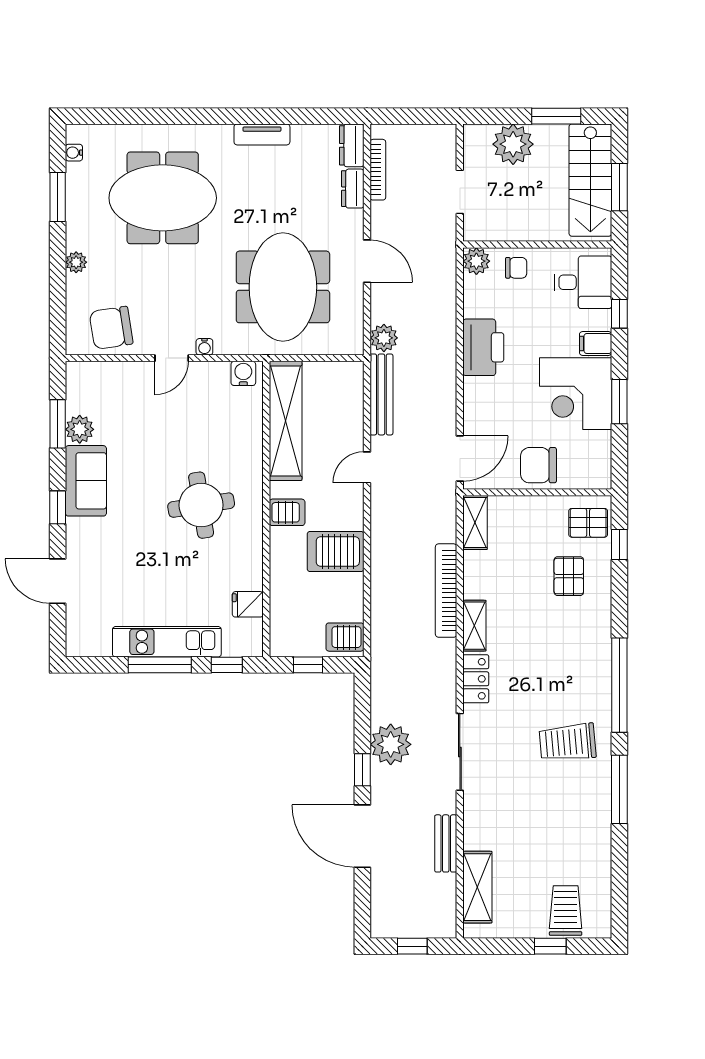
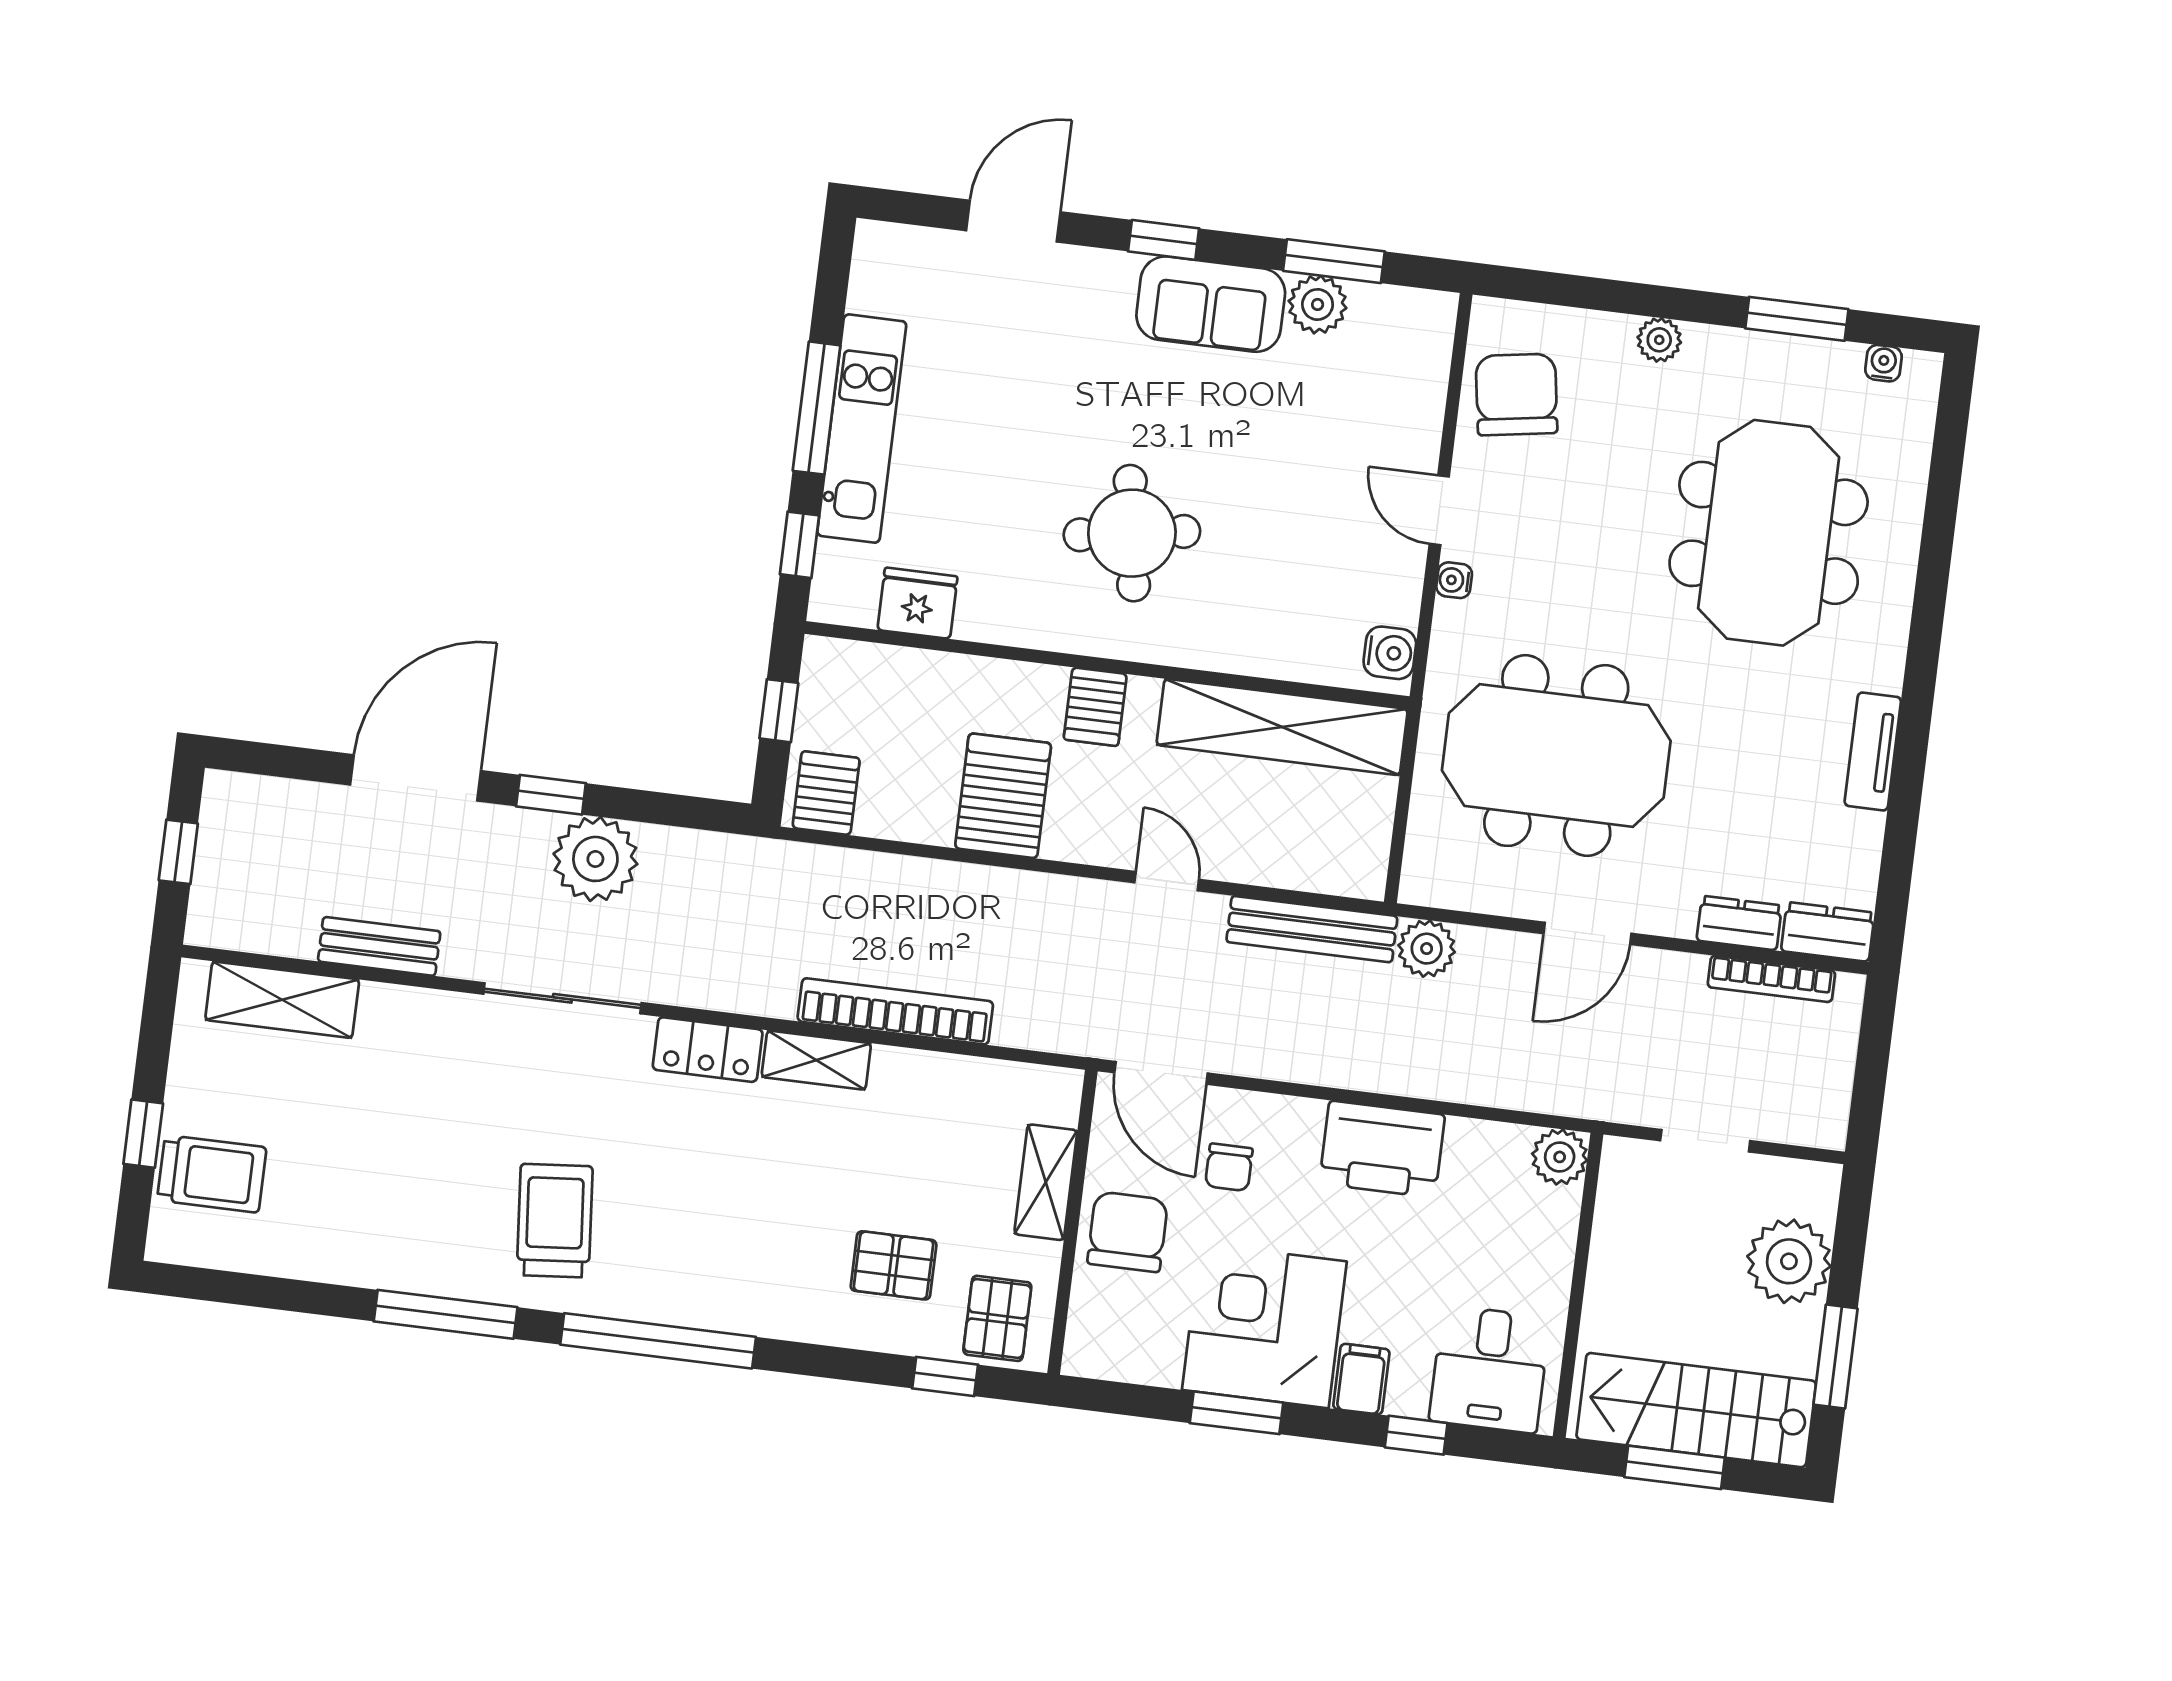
chair: (516, 268) -> (1229, 1167), moved
shelving: (475, 522) -> (1046, 1182), moved, turned 90
fridge: (248, 604) -> (917, 603), width x1.38

